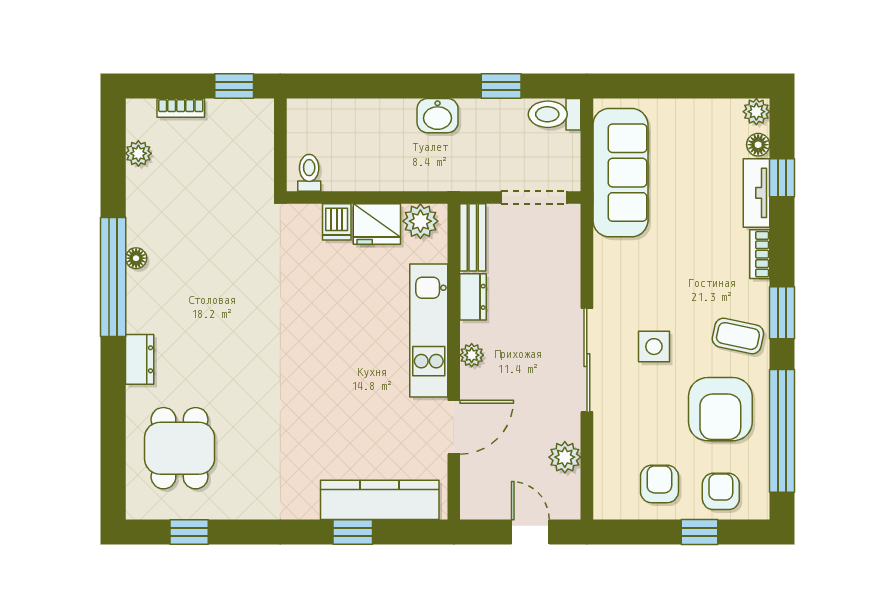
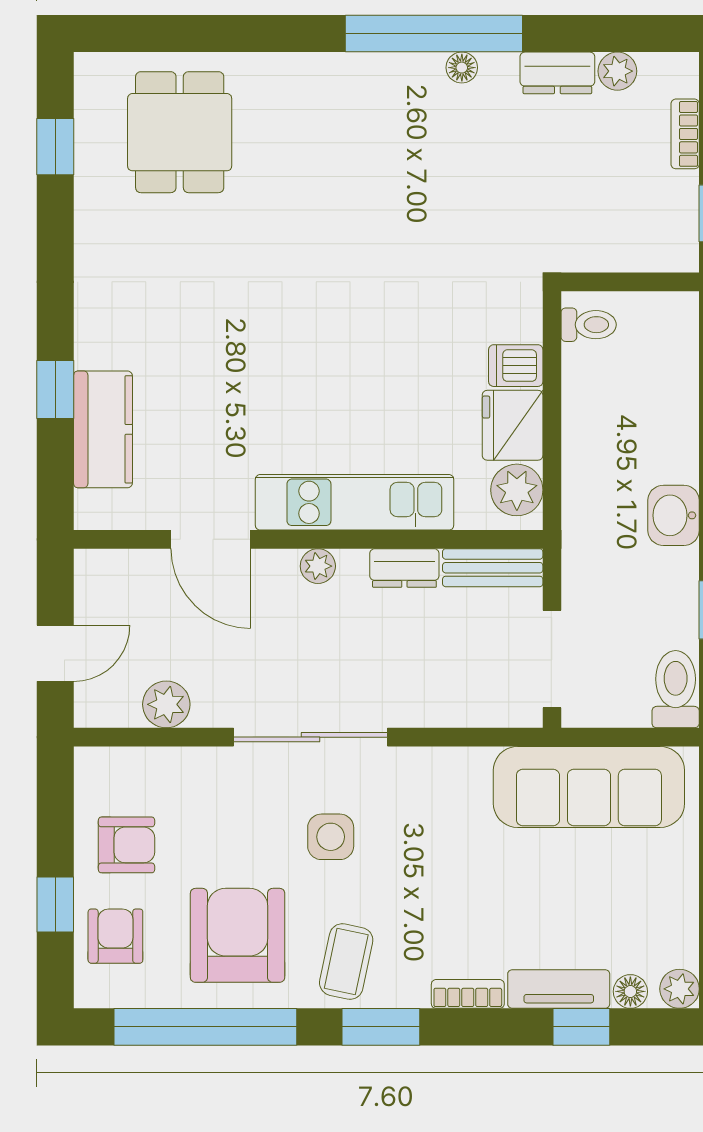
dresser: (140, 359) -> (557, 73), moved
armchair: (720, 409) -> (238, 935), turned 90
dining table: (180, 448) -> (180, 132), turned 90
armchair: (721, 491) -> (115, 936), turned -90
kitchen counter: (380, 500) -> (103, 429), width x0.67

